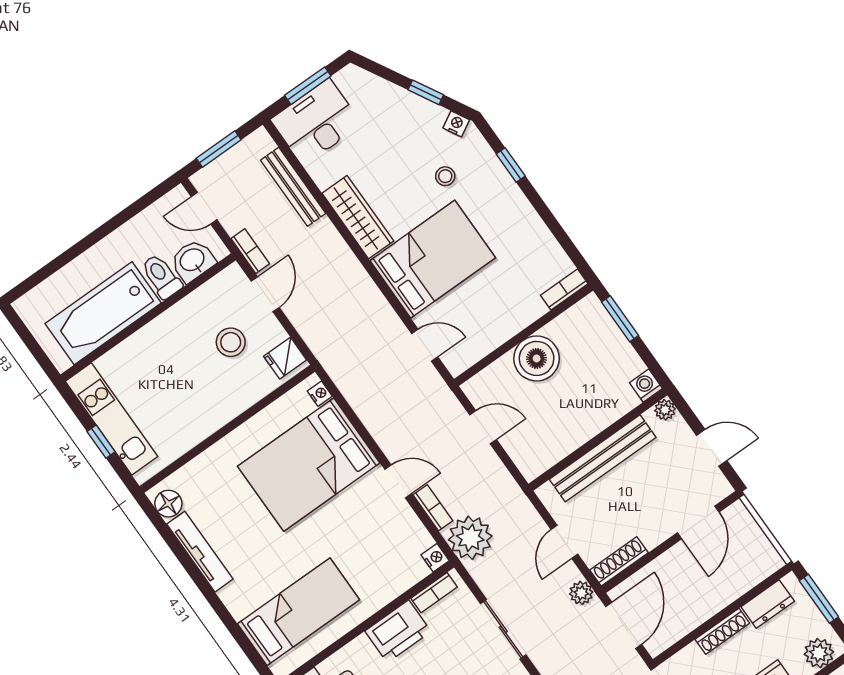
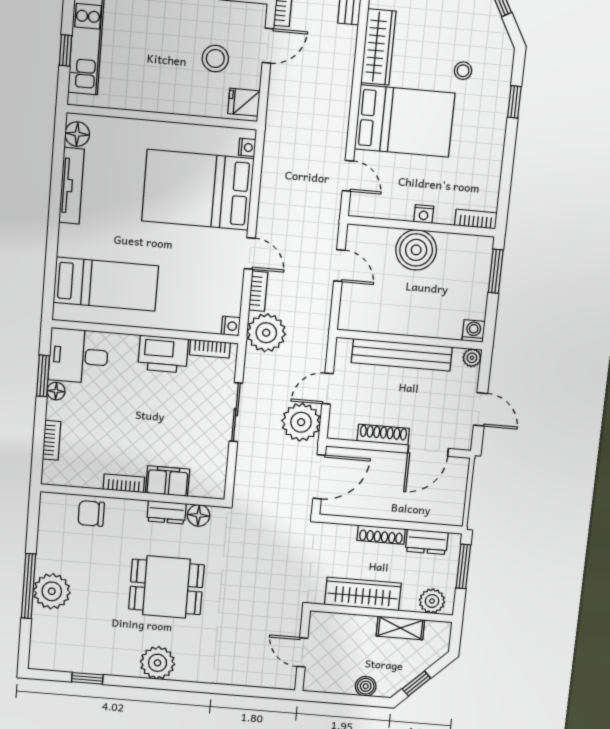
nightstand: (456, 124) -> (424, 214), moved, turned 119
shoe rack: (619, 561) -> (383, 435), moved
plant: (581, 593) -> (301, 422), width x1.88, depth x1.88

